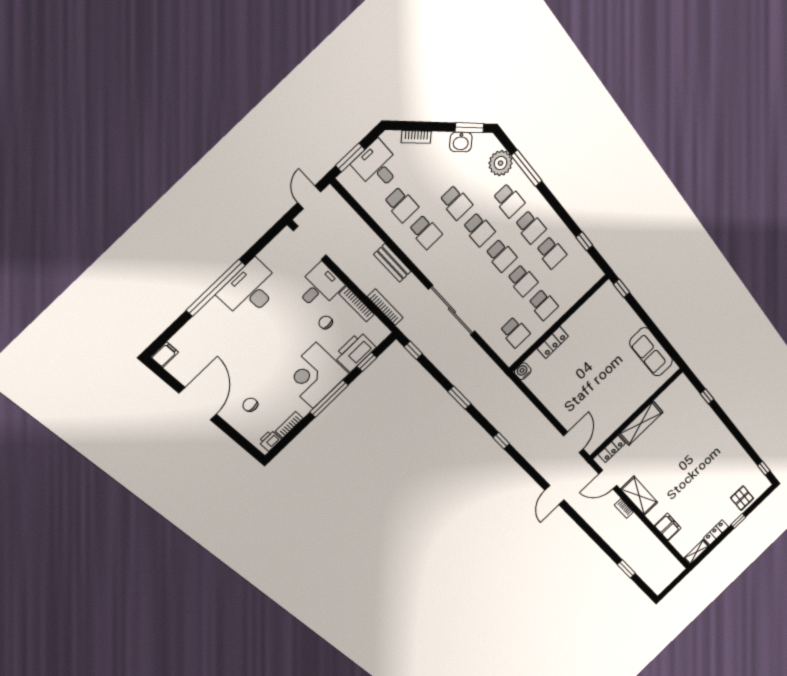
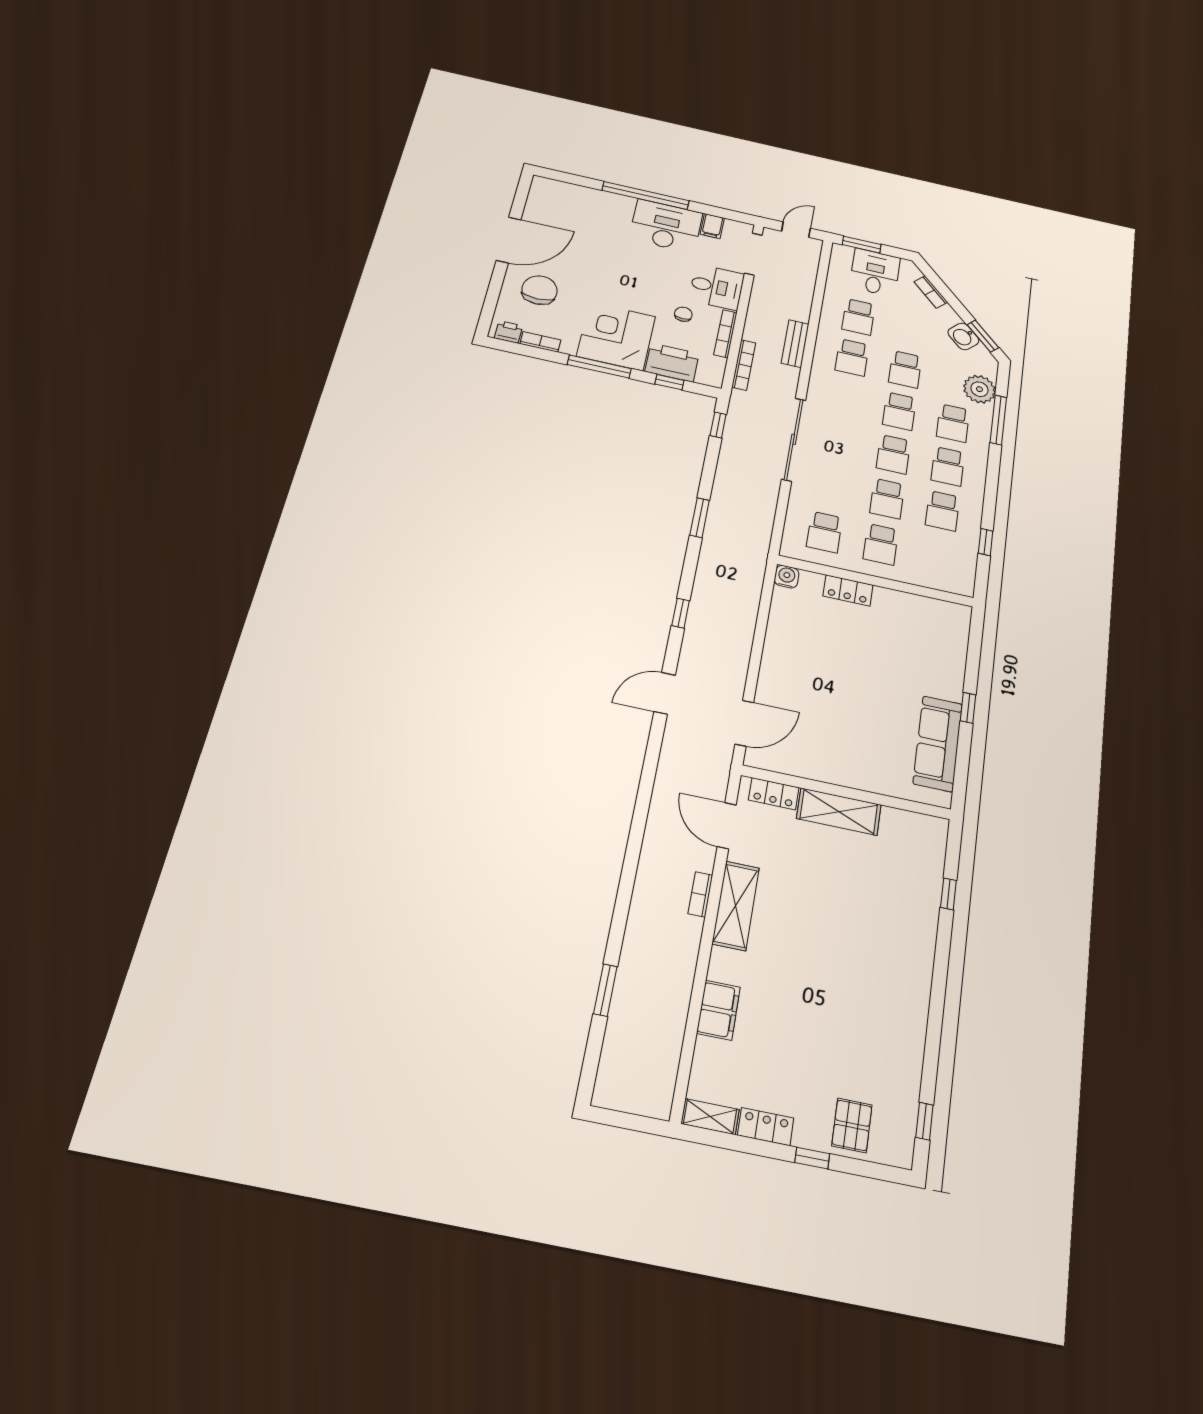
window: (622, 288) -> (968, 708), moved
filing cabinet: (165, 355) -> (712, 226), moved, turned 90
chair: (250, 405) -> (540, 290), width x1.87, depth x1.87
door: (554, 495) -> (665, 693), moved

